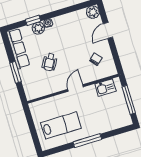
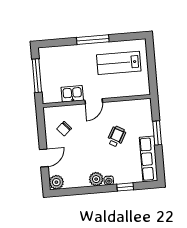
plant: (38, 28) -> (96, 179), moved
kitchen sink: (105, 87) -> (72, 94), moved

